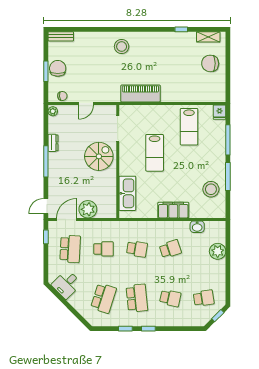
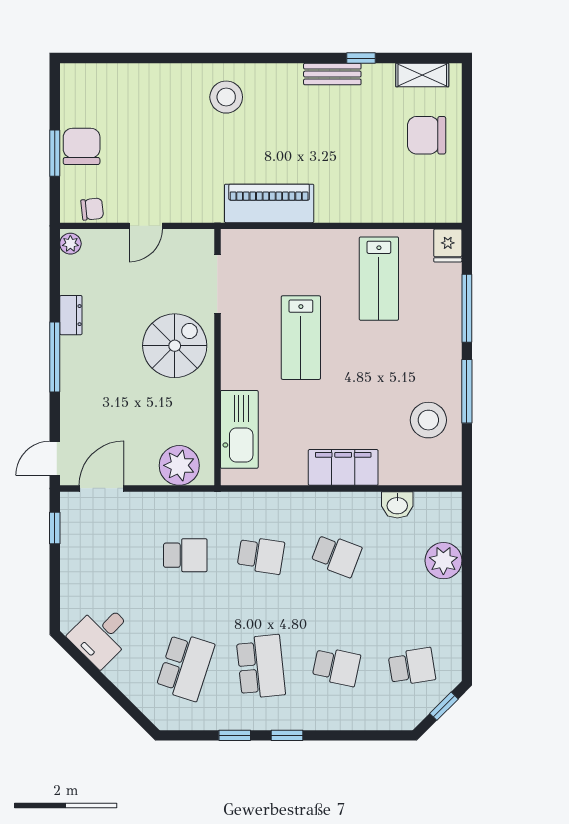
bench: (61, 36) -> (332, 74), moved
plant: (88, 209) -> (179, 465), moved
school desk: (70, 249) -> (110, 555), removed
school desk: (170, 249) -> (336, 555), turned 39

